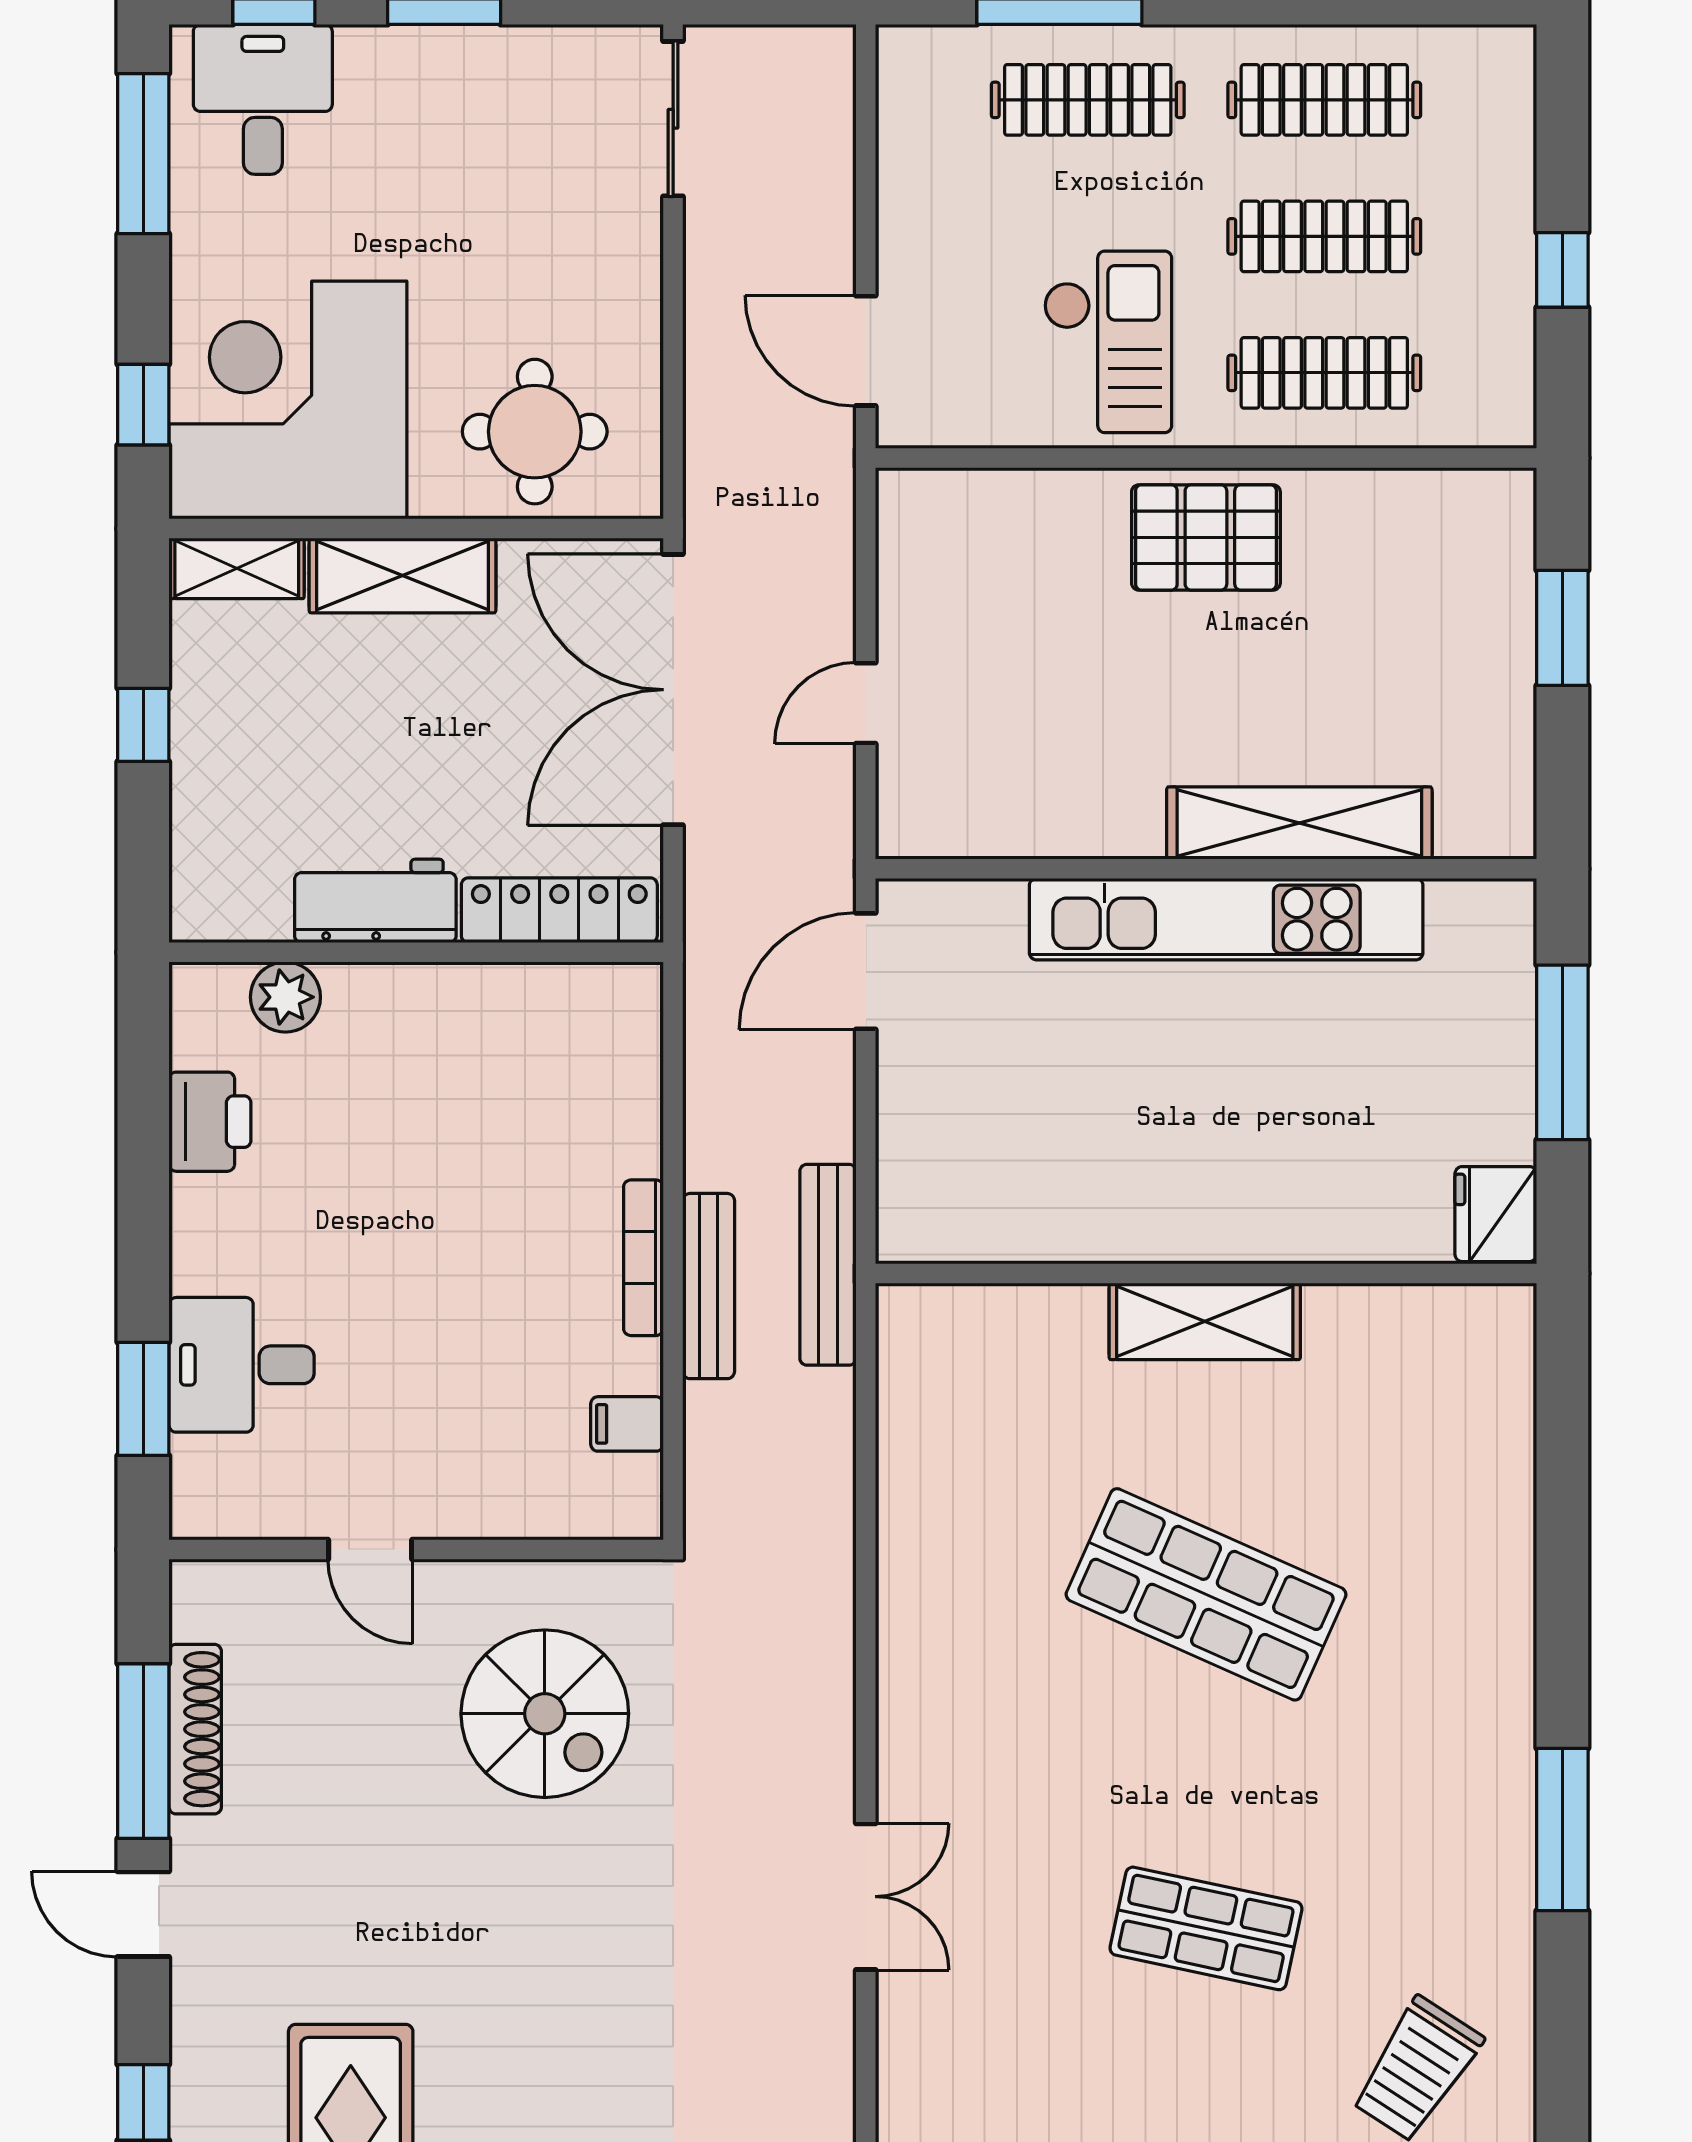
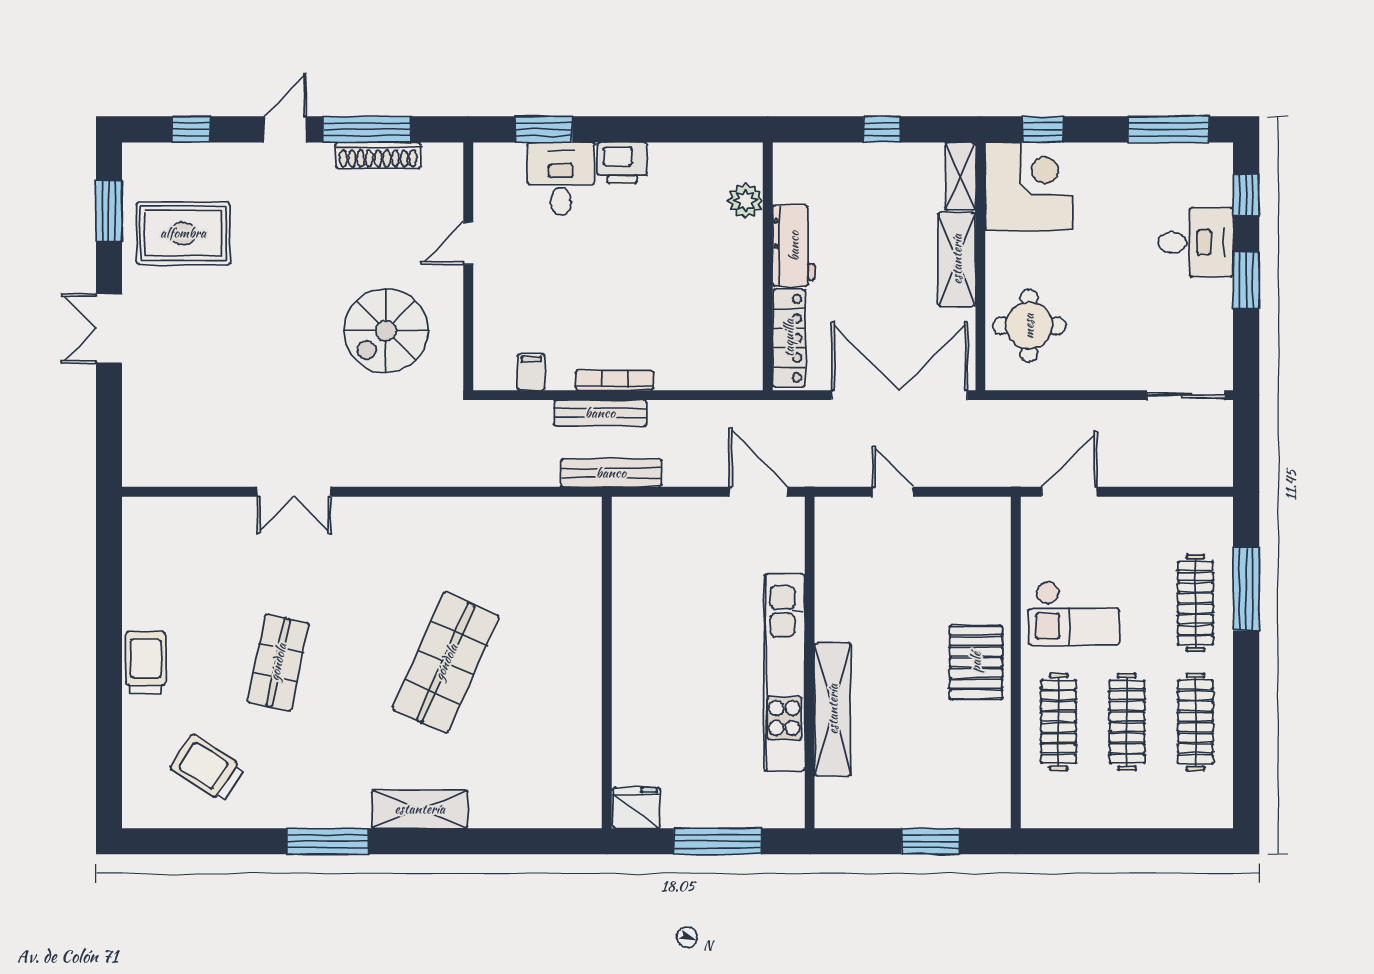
desk: (263, 99) -> (1196, 242), moved
window: (1562, 270) -> (1110, 841), removed
corner desk: (288, 400) -> (1029, 186), width x0.74, depth x0.74
printer: (210, 1122) -> (622, 163), moved
shelving: (1205, 1321) -> (420, 809), moved, turned 90

